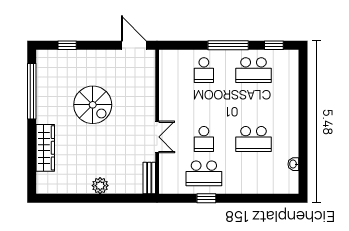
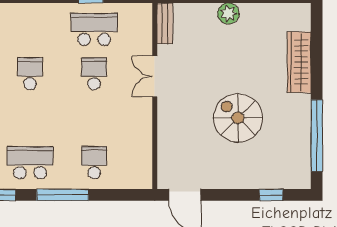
school desk: (253, 139) -> (30, 74), width x0.54

